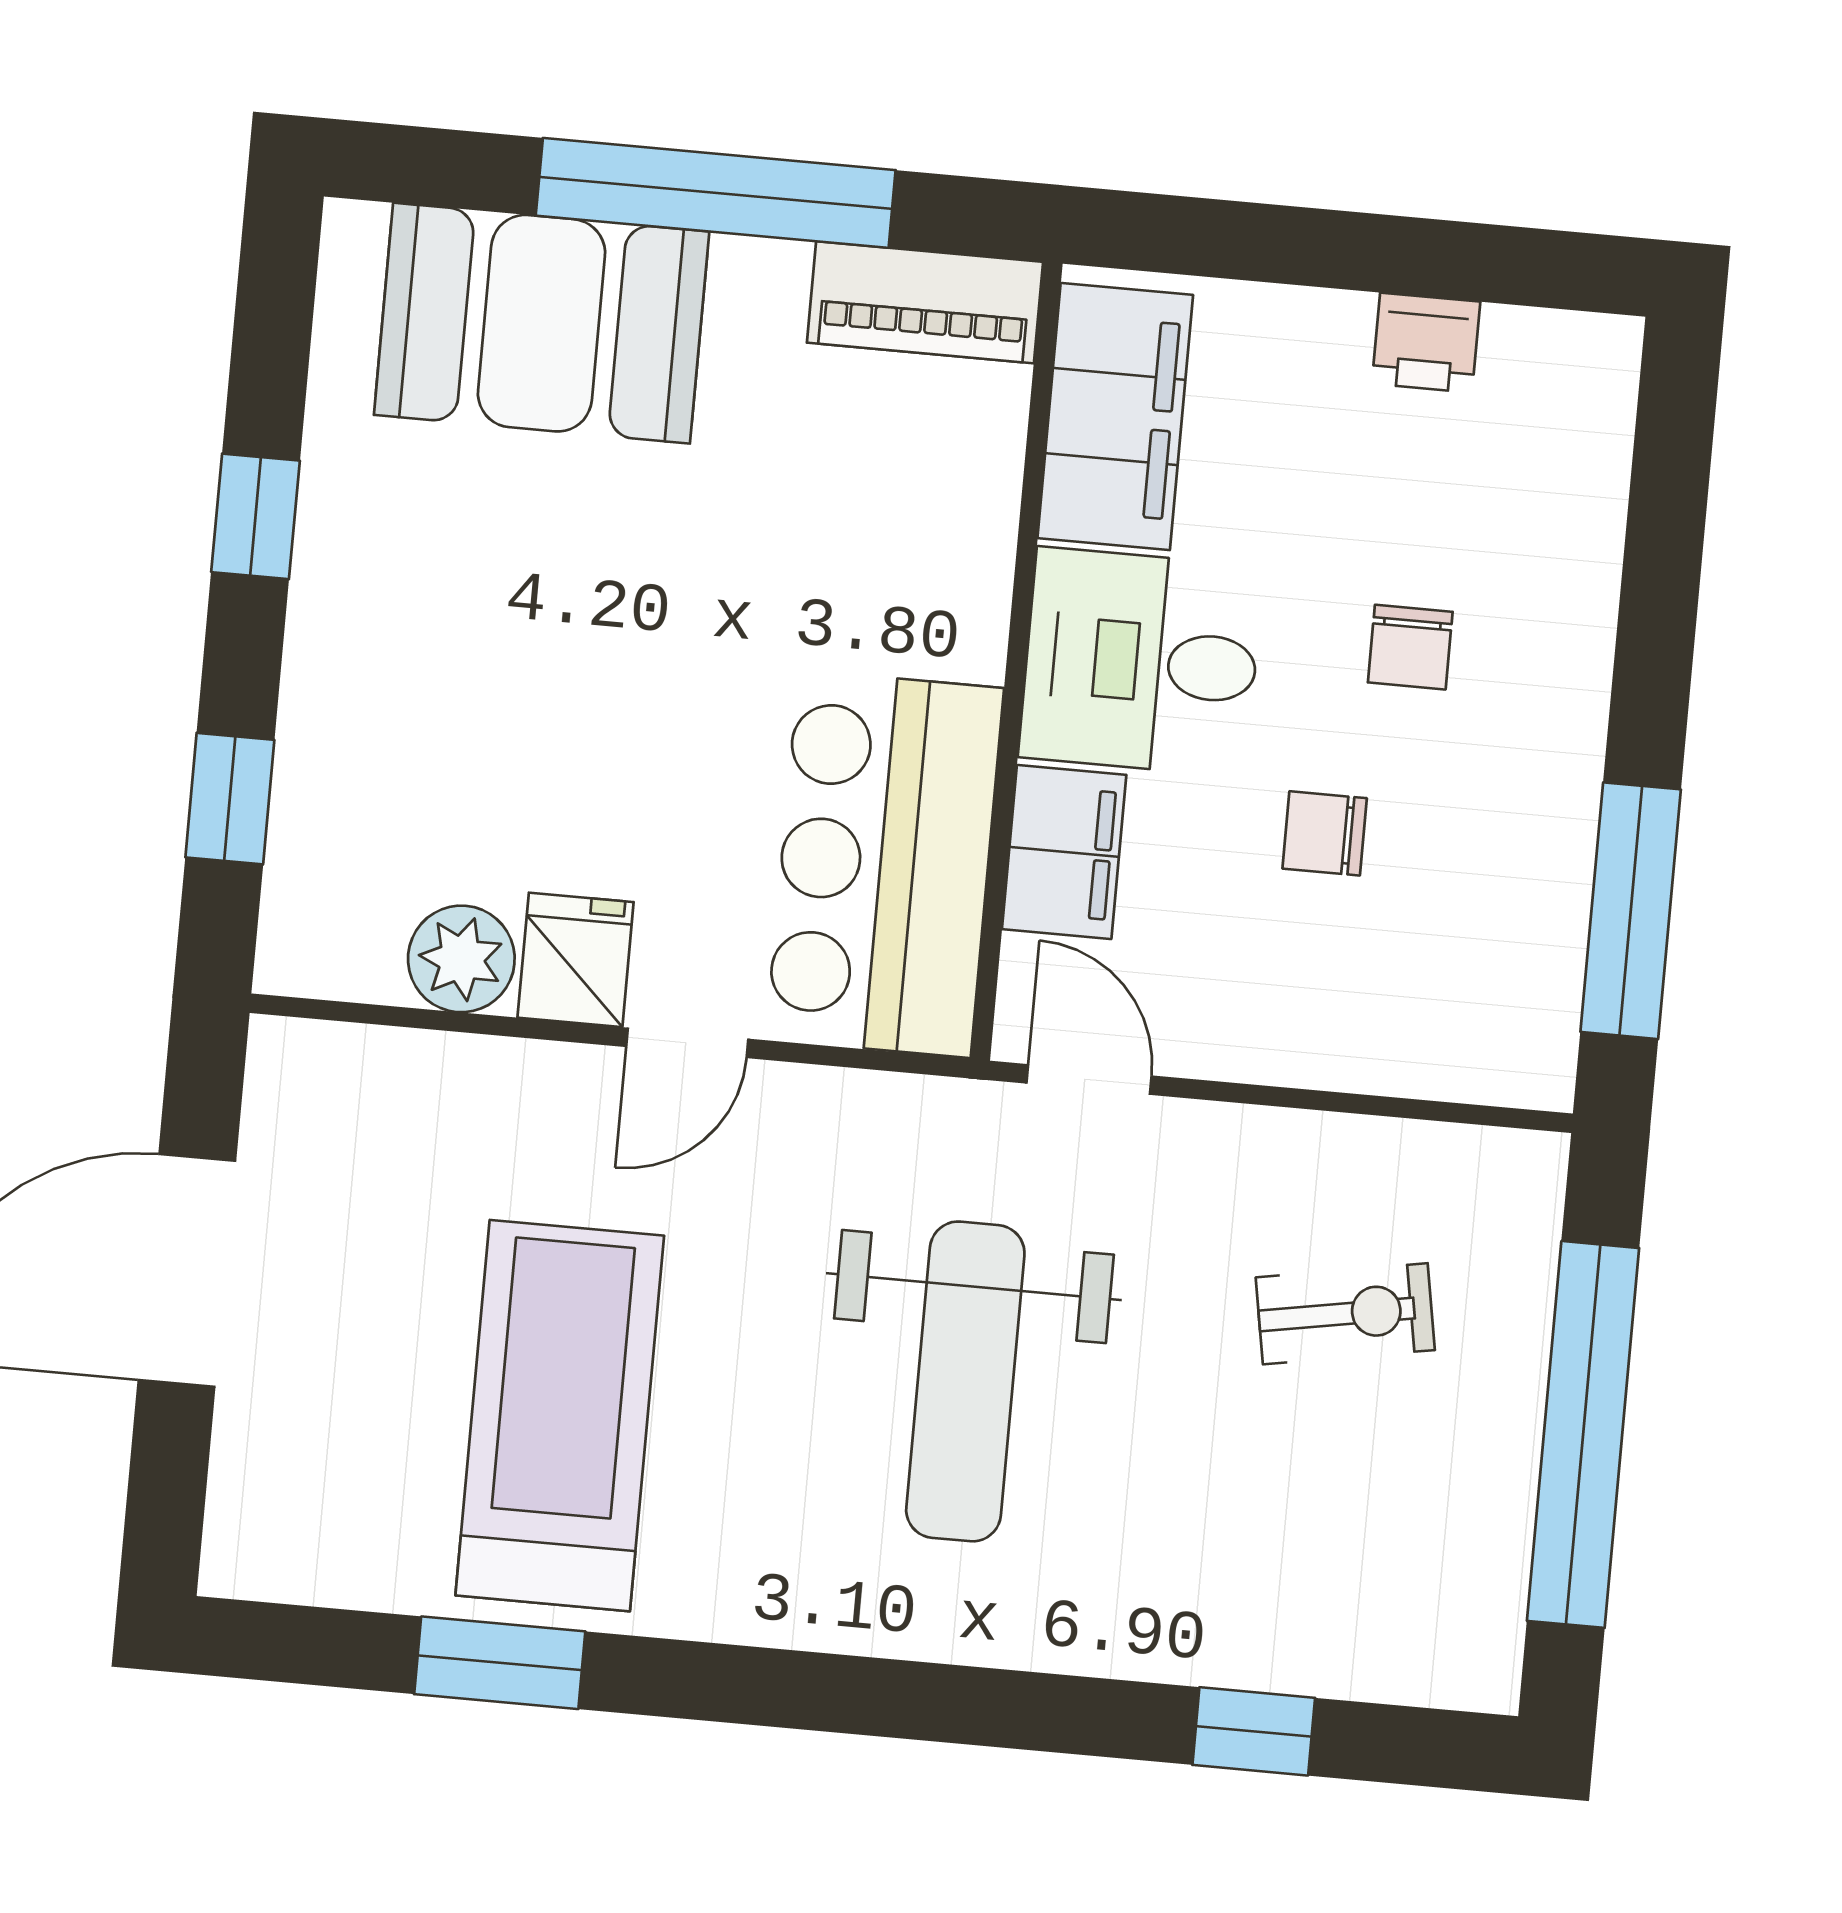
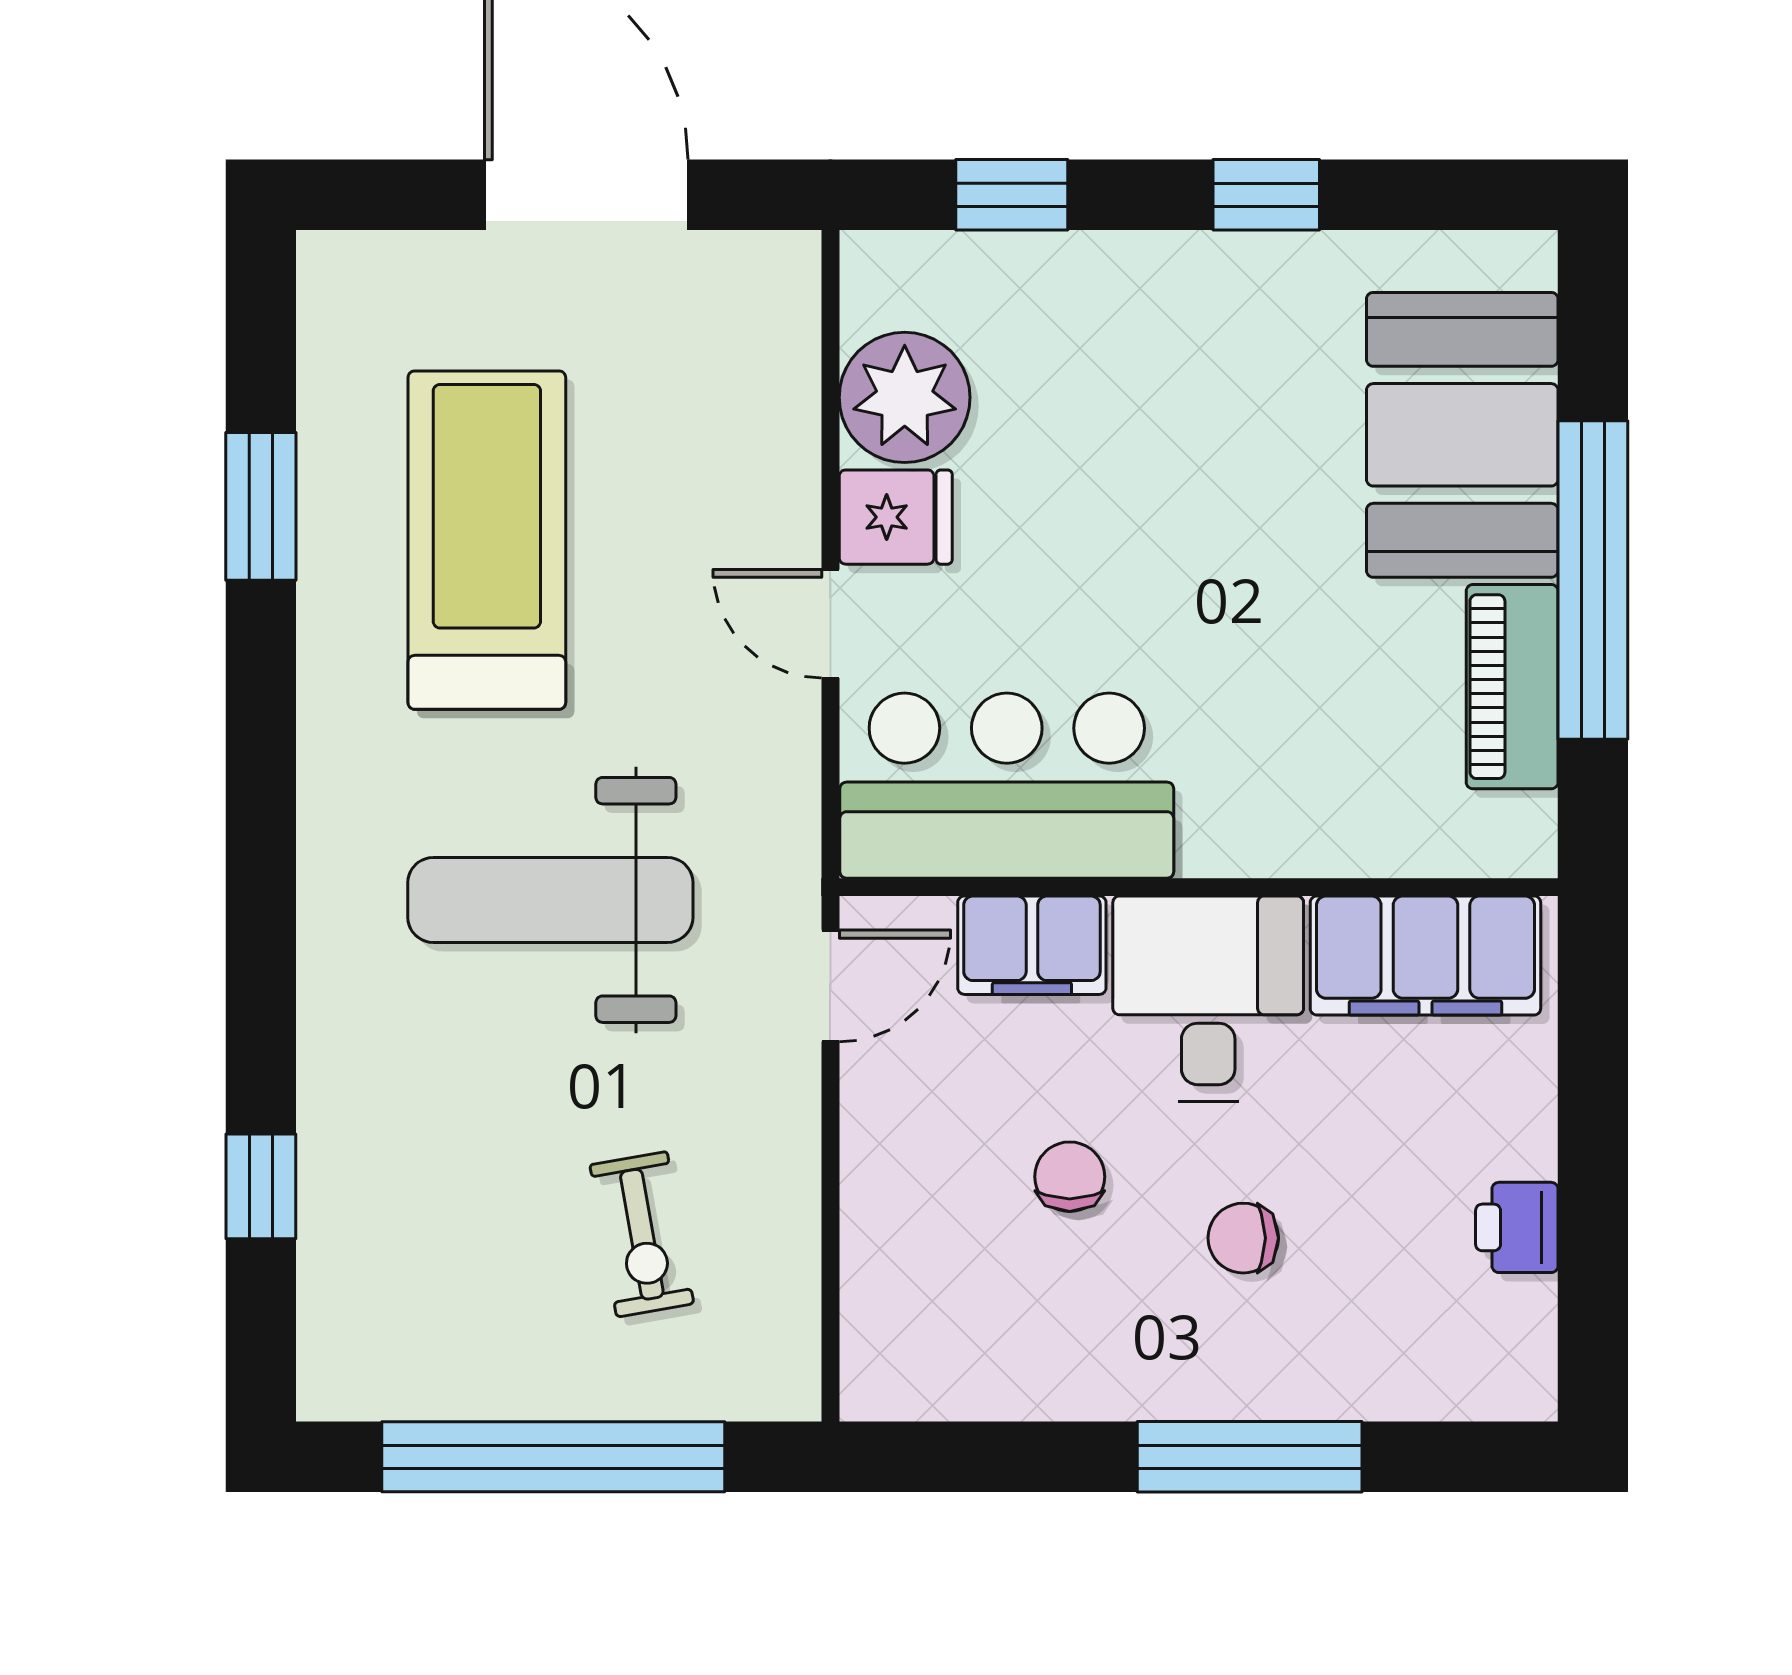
piano: (925, 302) -> (1512, 687), moved
window: (1631, 911) -> (1250, 1457), moved
plant: (461, 959) -> (905, 397), width x1.36, depth x1.36
treadmill: (560, 1416) -> (487, 540), turned -90

